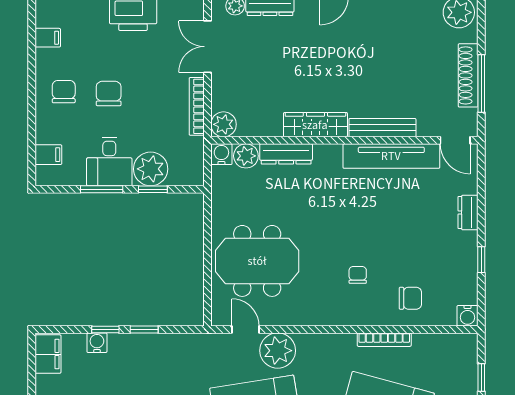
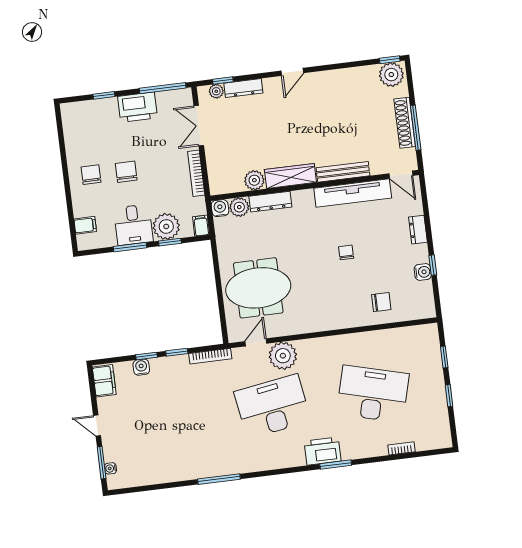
filing cabinet: (48, 38) -> (201, 226), moved, turned -90
plant: (224, 124) -> (254, 180), moved
chair: (358, 275) -> (346, 252), moved
water cooler: (468, 316) -> (423, 272), moved, turned -90
door: (246, 329) -> (256, 342), hinge flipped
bookcase: (384, 340) -> (210, 356), moved

